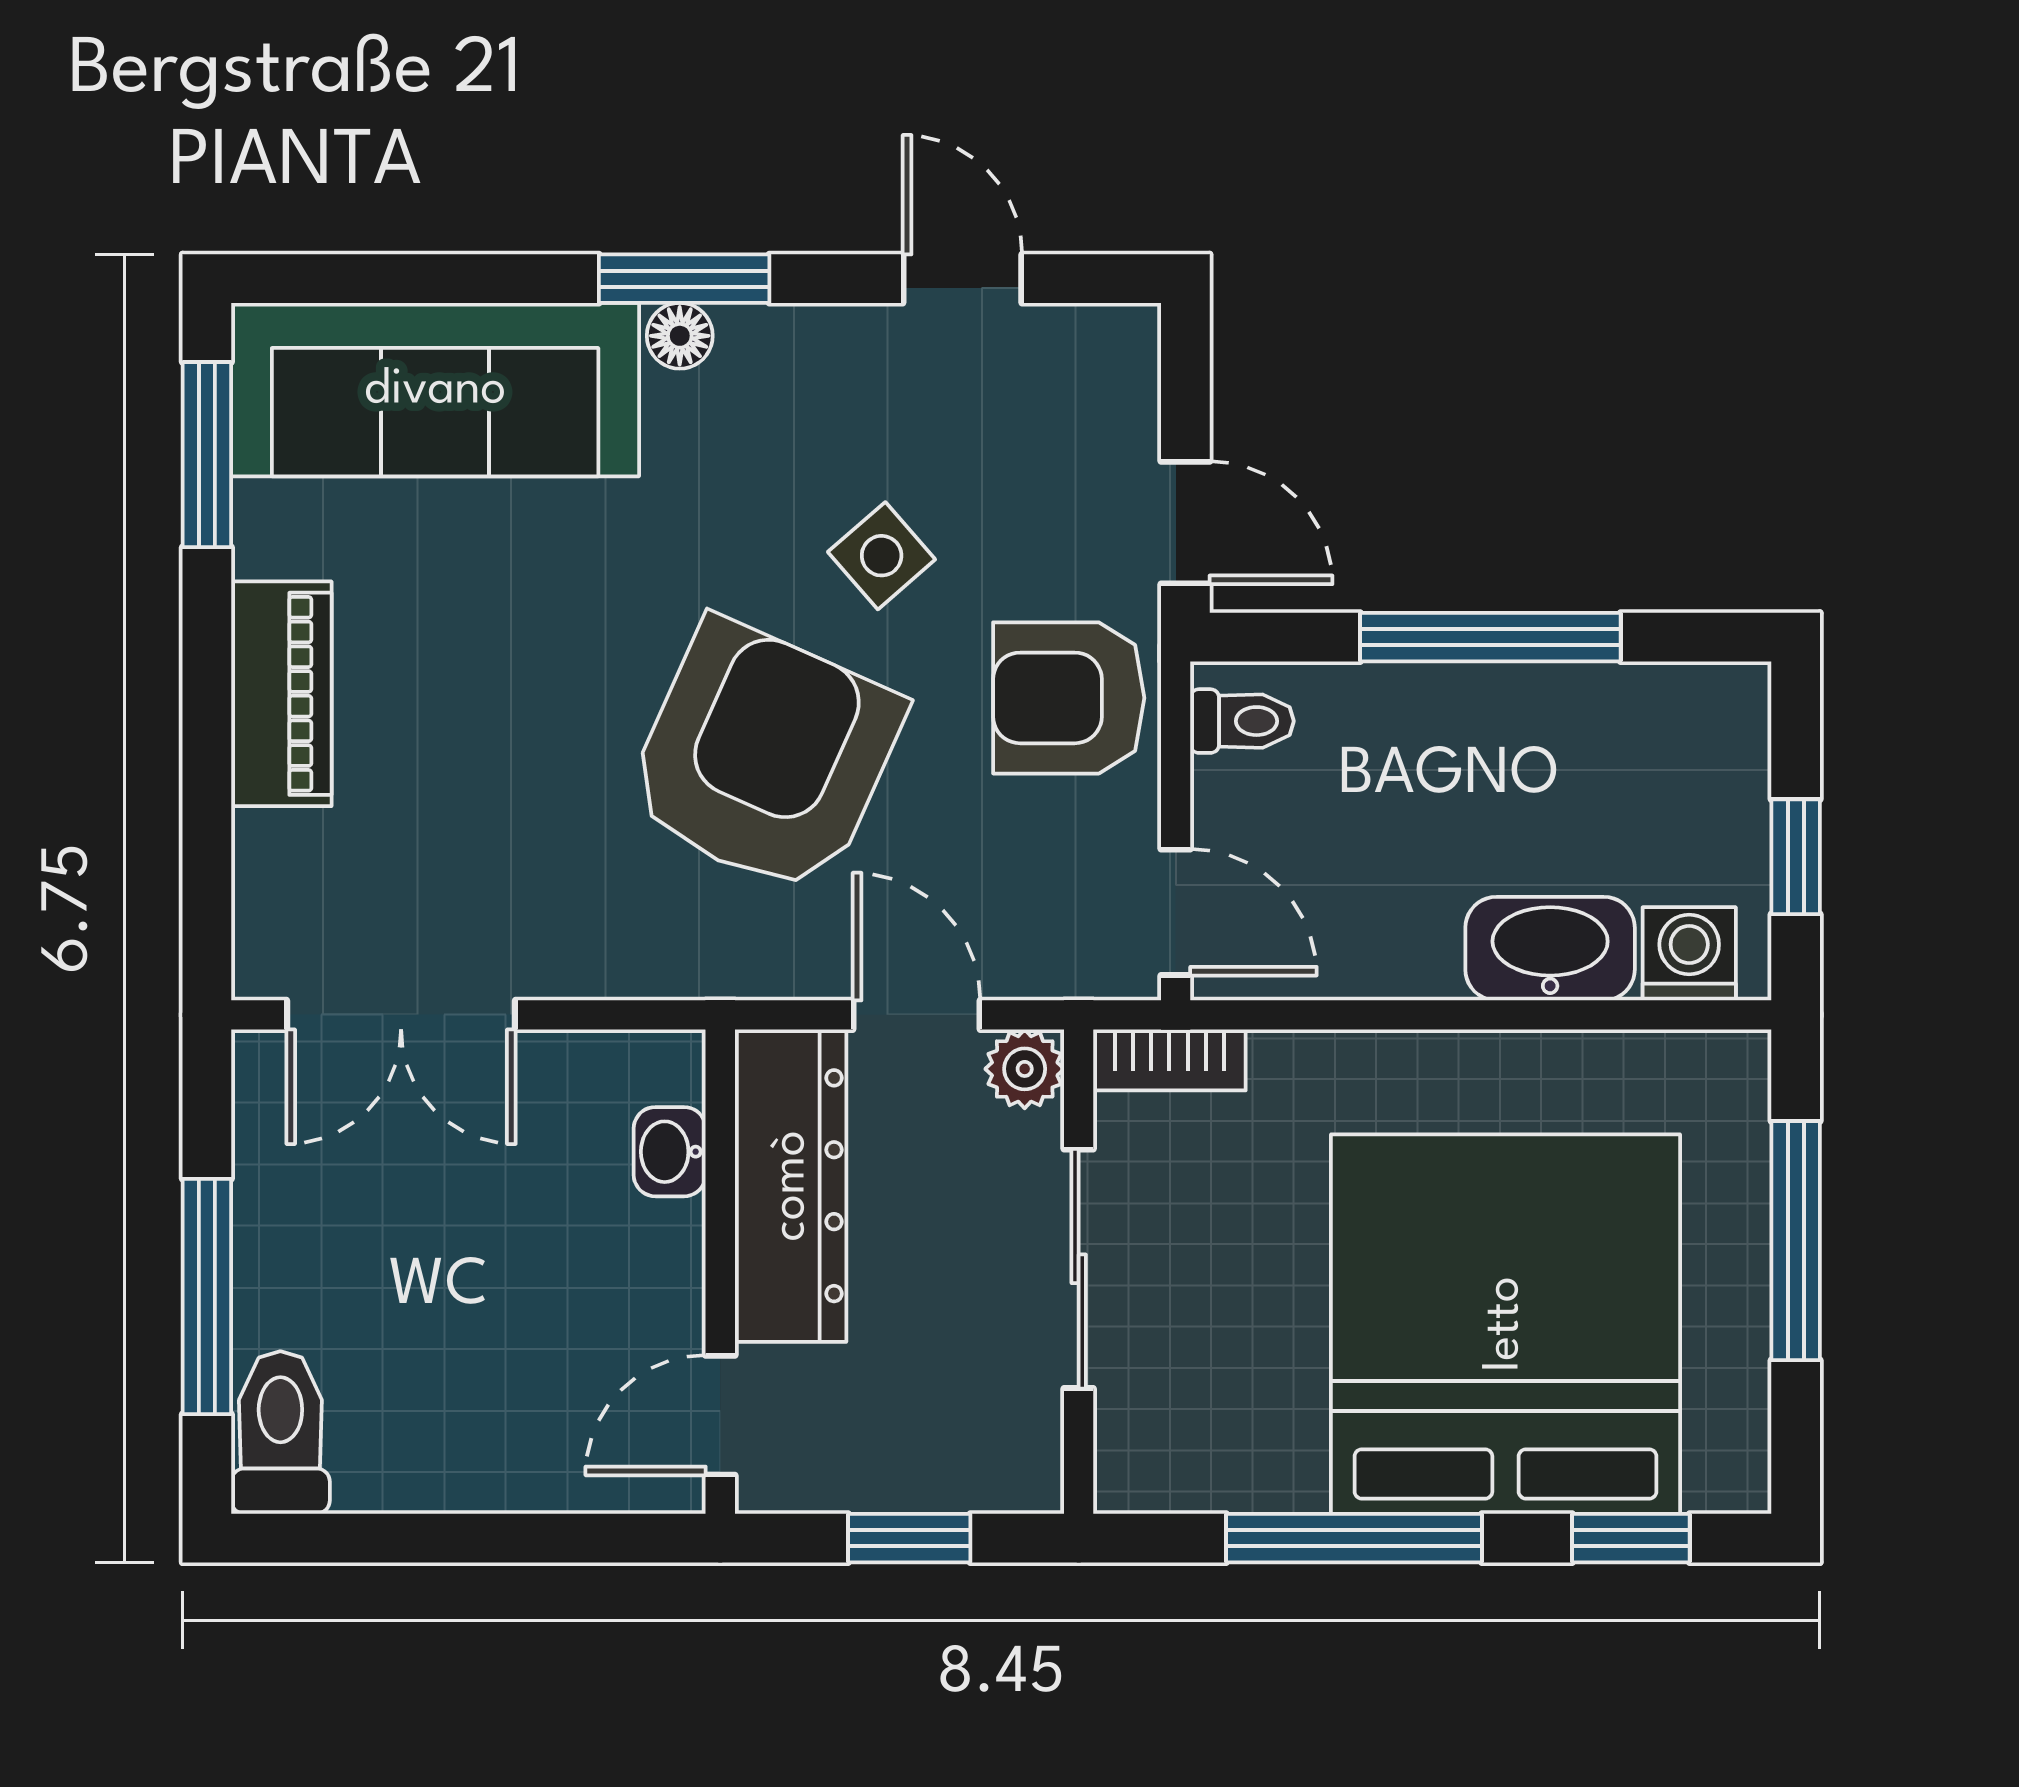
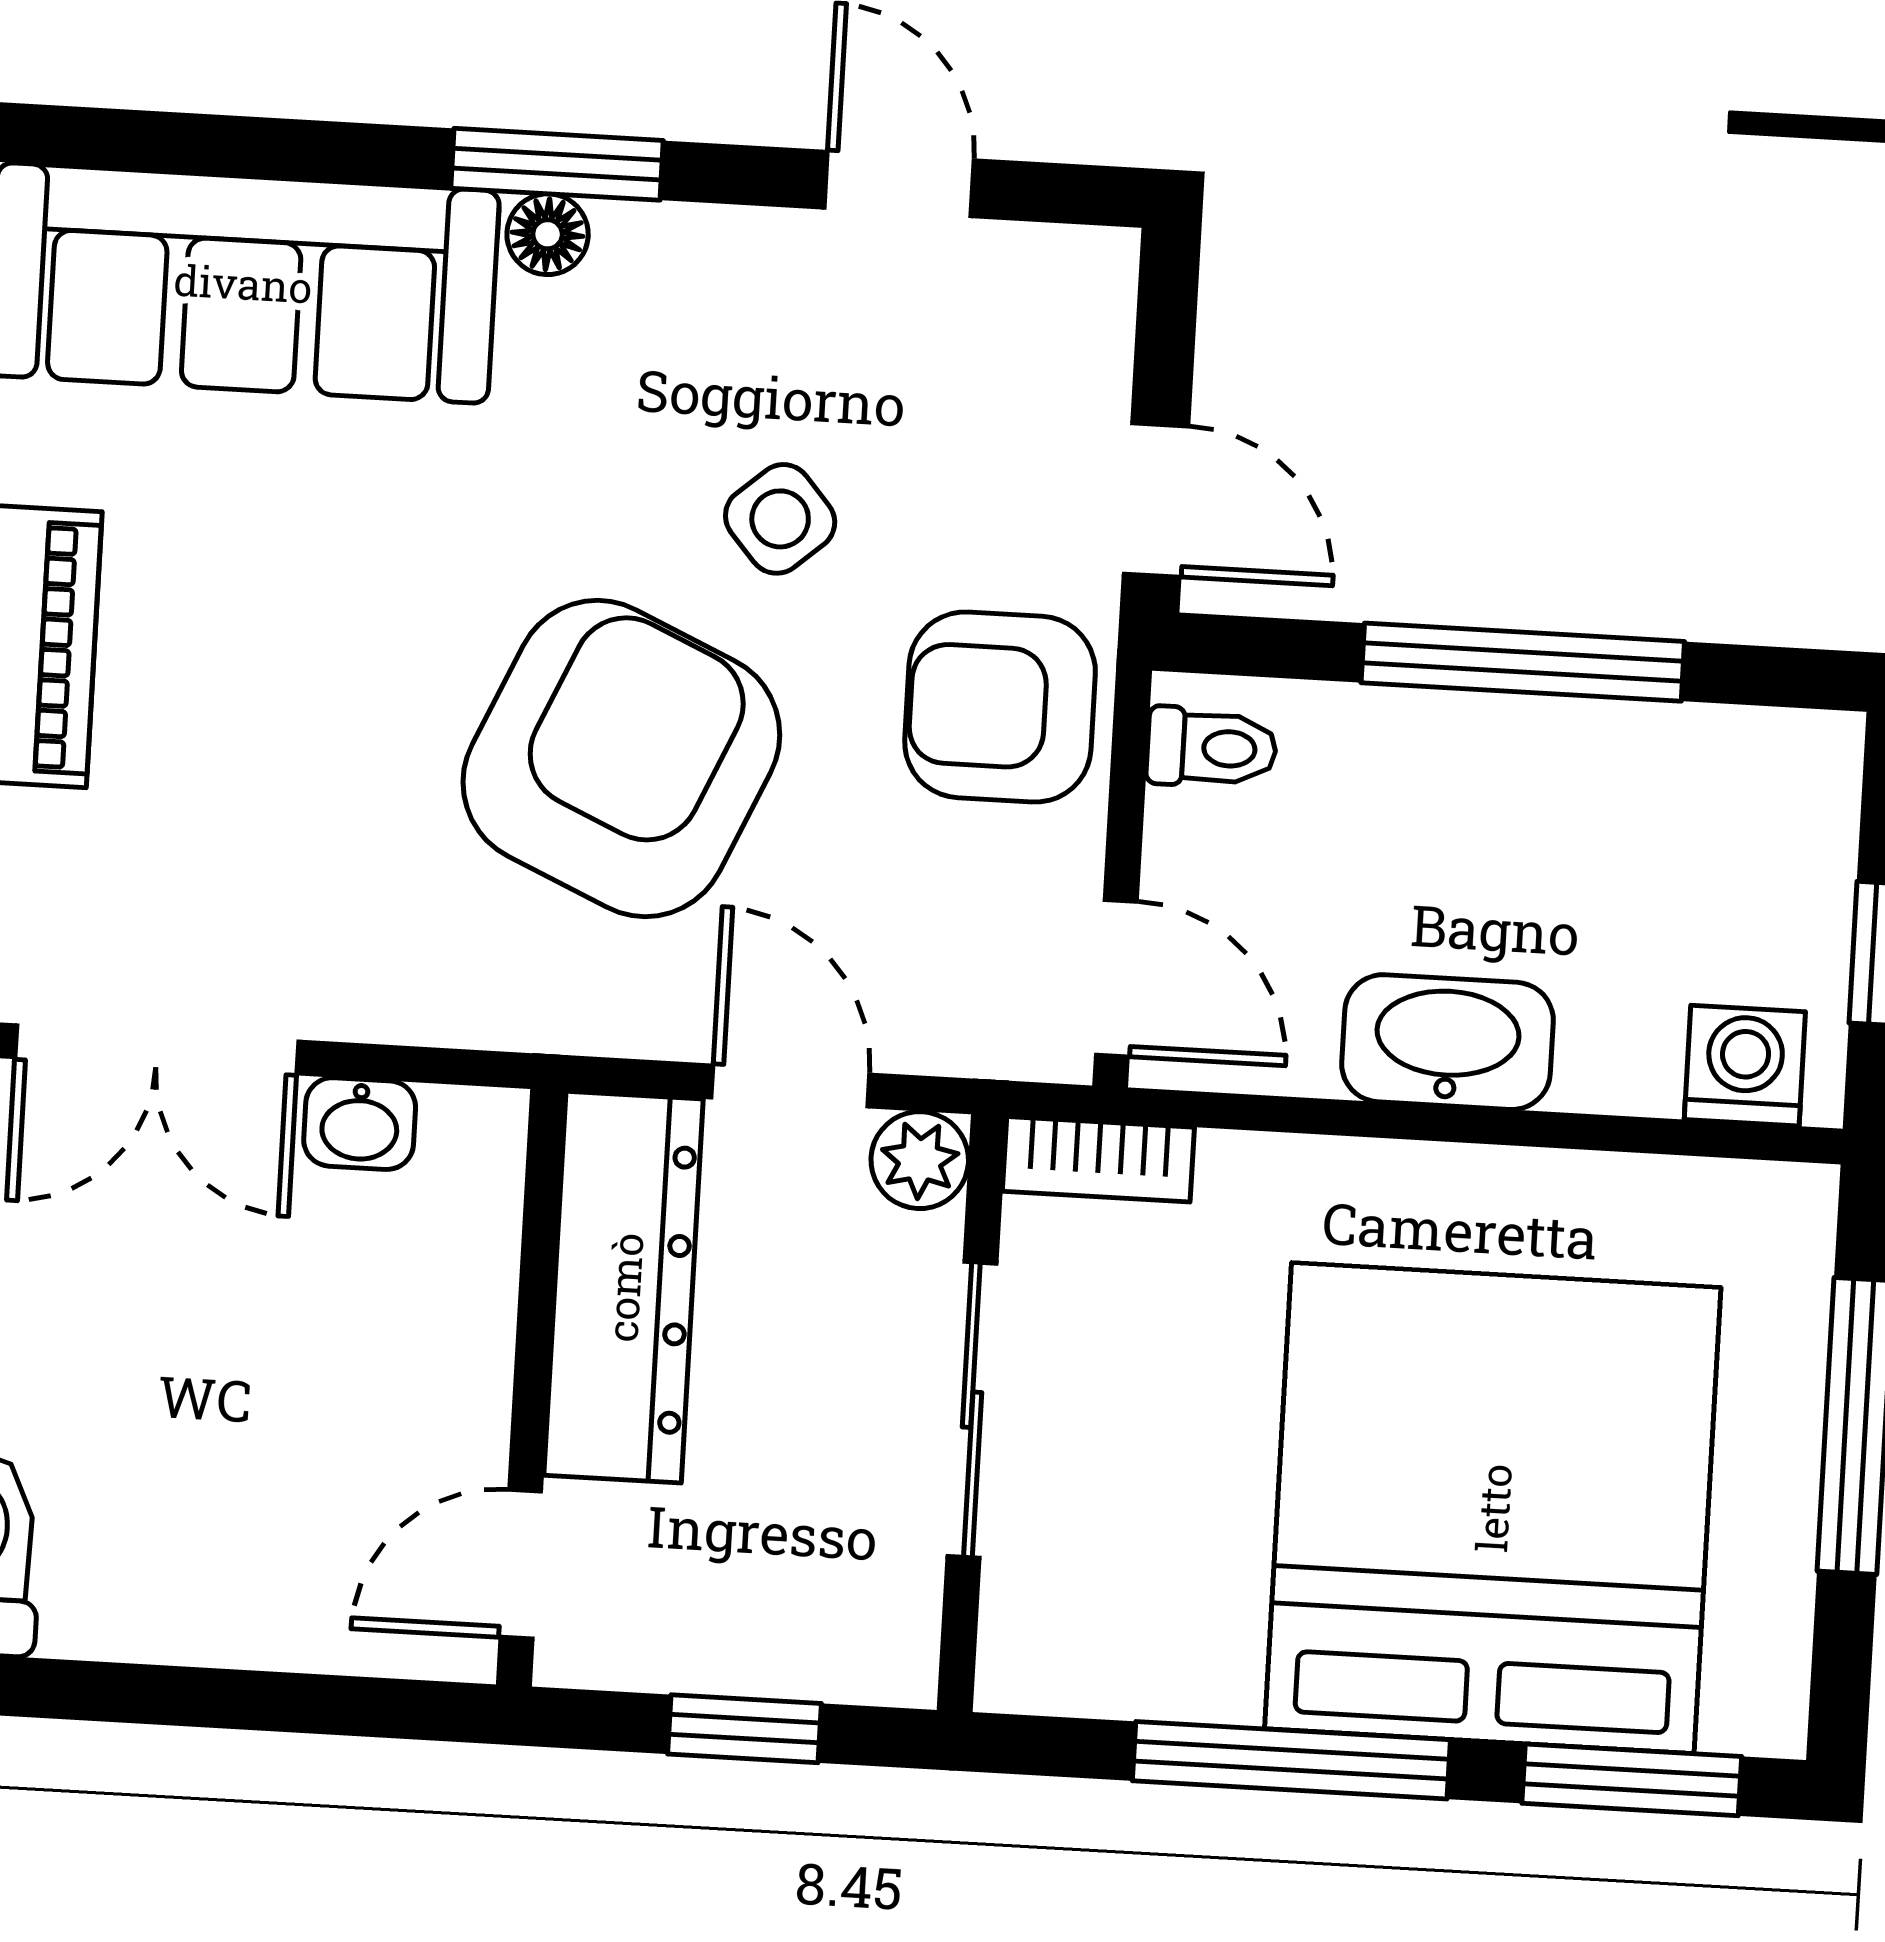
washbasin: (1550, 949) -> (1447, 1042), moved
washbasin: (670, 1152) -> (360, 1124), moved, turned -90
window: (1631, 1538) -> (1632, 1780), width x1.50

